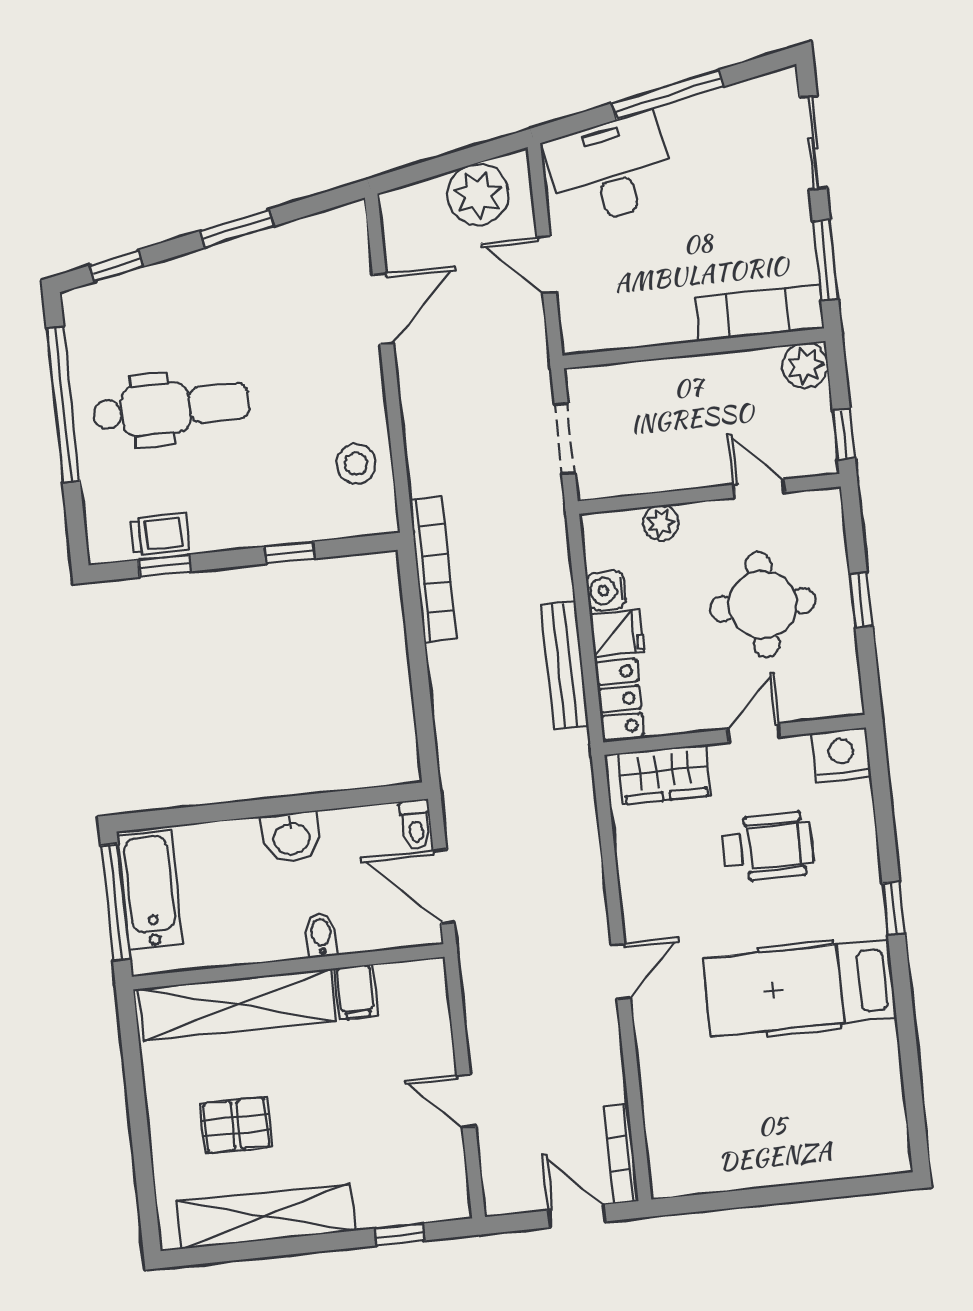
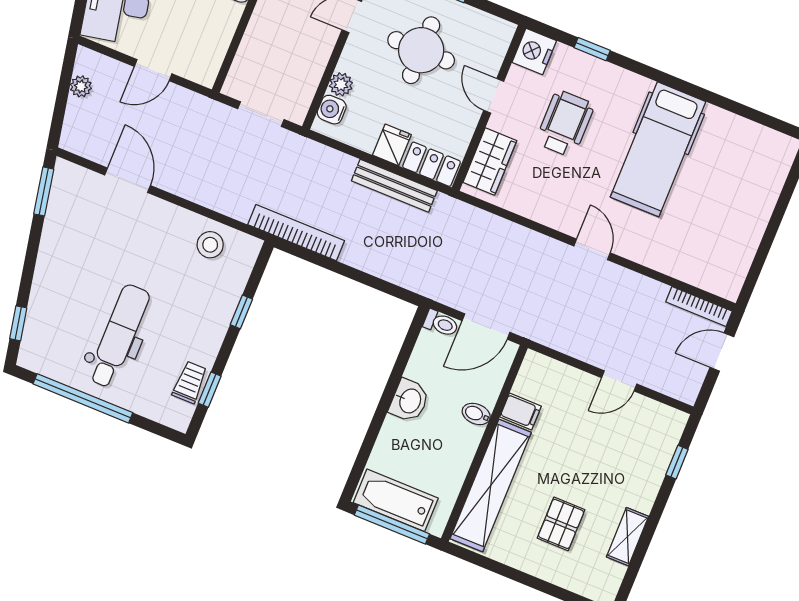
plant: (478, 194) -> (81, 86), width x0.53, depth x0.53
window: (237, 228) -> (44, 191), moved
water cooler: (606, 590) -> (332, 110), moved, turned 90
window: (894, 908) -> (592, 49), moved
shelving: (266, 1216) -> (628, 537), width x0.45, depth x0.75

